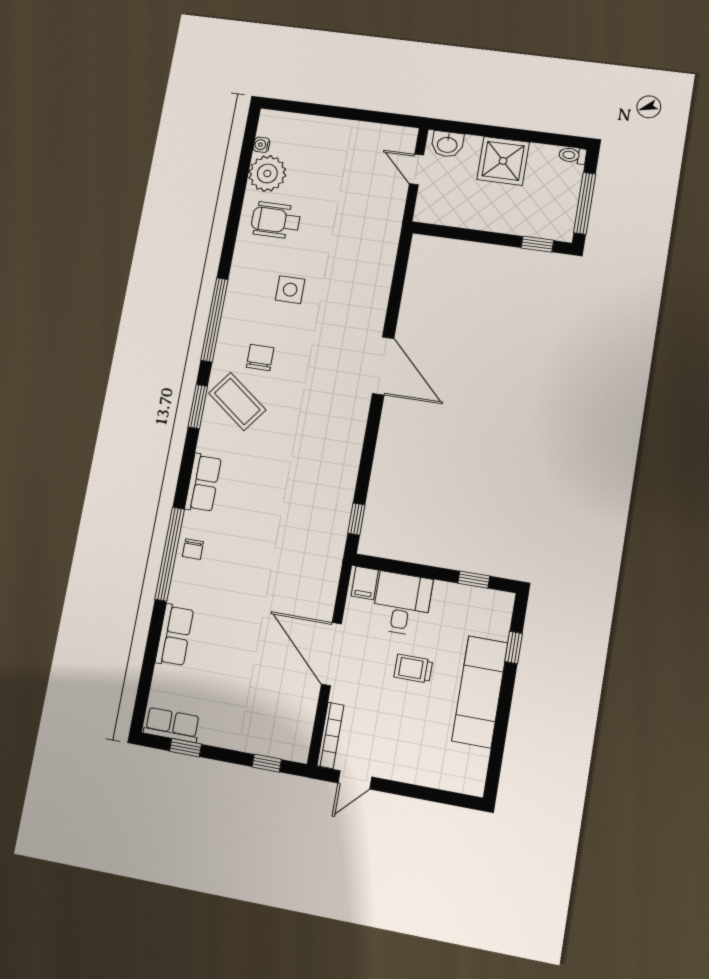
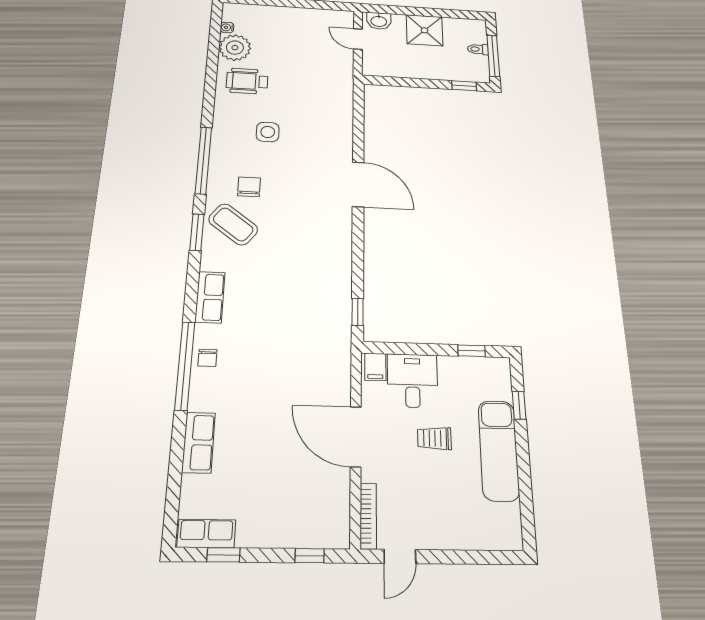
toilet: (573, 155) -> (478, 49), moved

